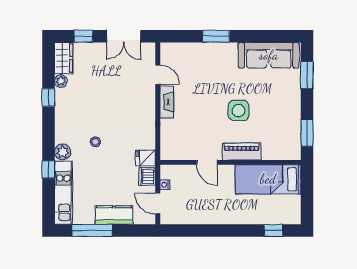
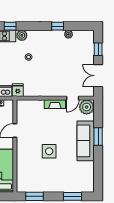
plant: (171, 54) -> (87, 107), added
sofa: (269, 55) -> (86, 141), moved
wardrobe: (64, 58) -> (84, 36), removed
piano: (242, 152) -> (22, 153), removed

